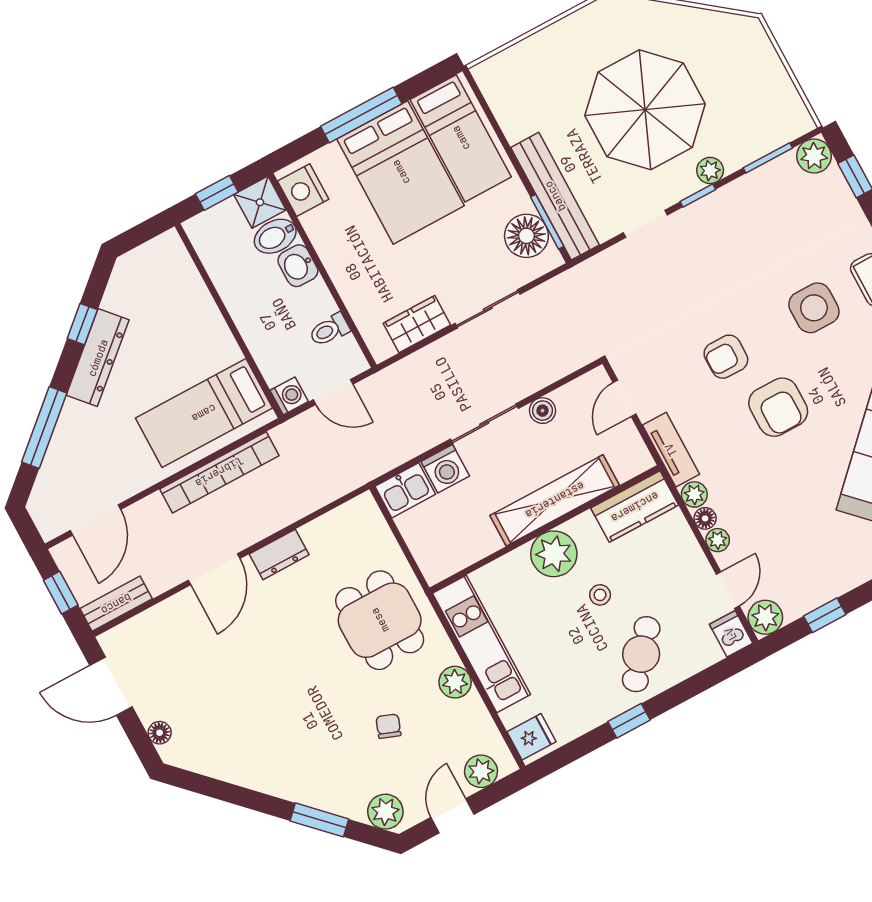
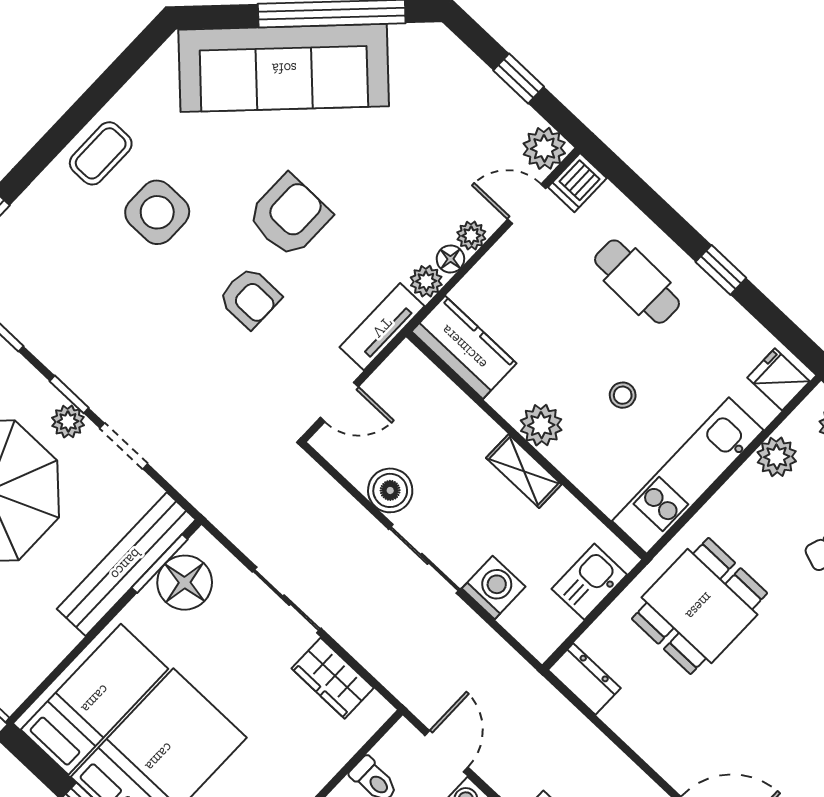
plant: (710, 170) -> (68, 421), moved
boiler: (542, 411) -> (390, 490), width x1.36, depth x1.36
kitchen sink: (405, 490) -> (589, 582), moved, turned -90
shelving: (555, 500) -> (524, 471), width x0.45, depth x0.75
dresser: (279, 554) -> (584, 679), moved
plant: (554, 554) -> (541, 425), width x0.73, depth x0.73
stool: (600, 595) -> (623, 395), moved
cafe table: (641, 654) -> (637, 282), turned 50
plant: (455, 682) -> (777, 457), moved

